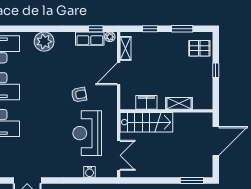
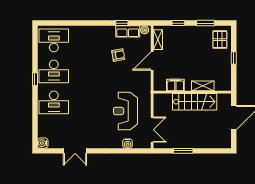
window: (96, 29) -> (122, 23), moved
plant: (44, 42) -> (89, 34), removed
pallet: (199, 48) -> (220, 40), turned 90
armchair: (79, 95) -> (118, 55), moved
stairs: (146, 122) -> (195, 102), moved
window: (192, 181) -> (183, 151), moved

